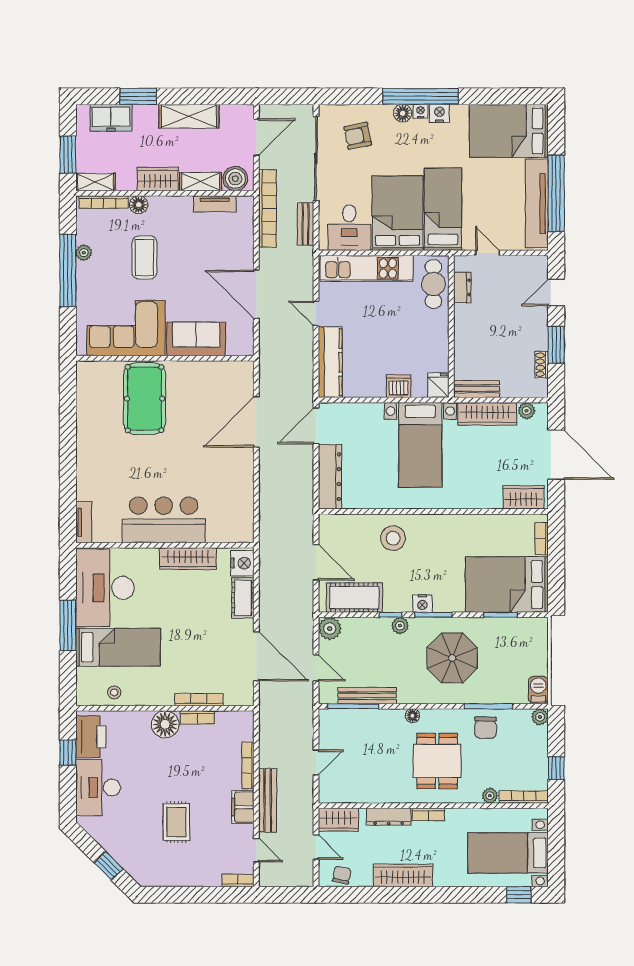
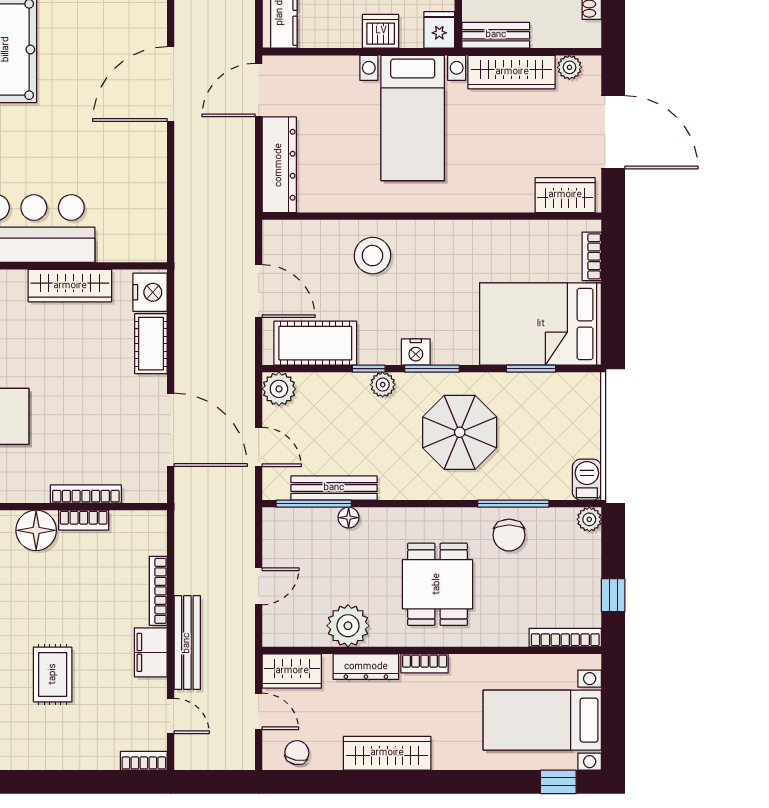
floor lamp: (412, 716) -> (349, 518), moved
plant: (490, 796) -> (348, 626), moved, width x1.87, depth x1.87

